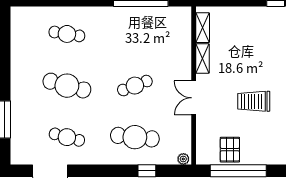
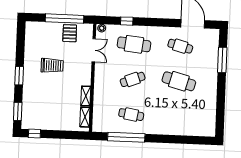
cafe table: (67, 34) -> (131, 115), moved
double door: (194, 98) -> (94, 50), moved

